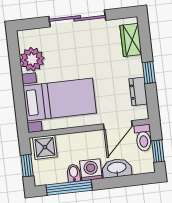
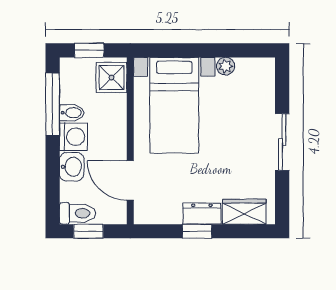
sliding door: (77, 18) -> (282, 142), width x0.73
plant: (32, 59) -> (226, 66), width x0.53, depth x0.53
dresser: (138, 91) -> (202, 214), moved
toilet: (143, 138) -> (78, 213), moved, turned 180
washbasin: (117, 168) -> (72, 167), width x0.72

